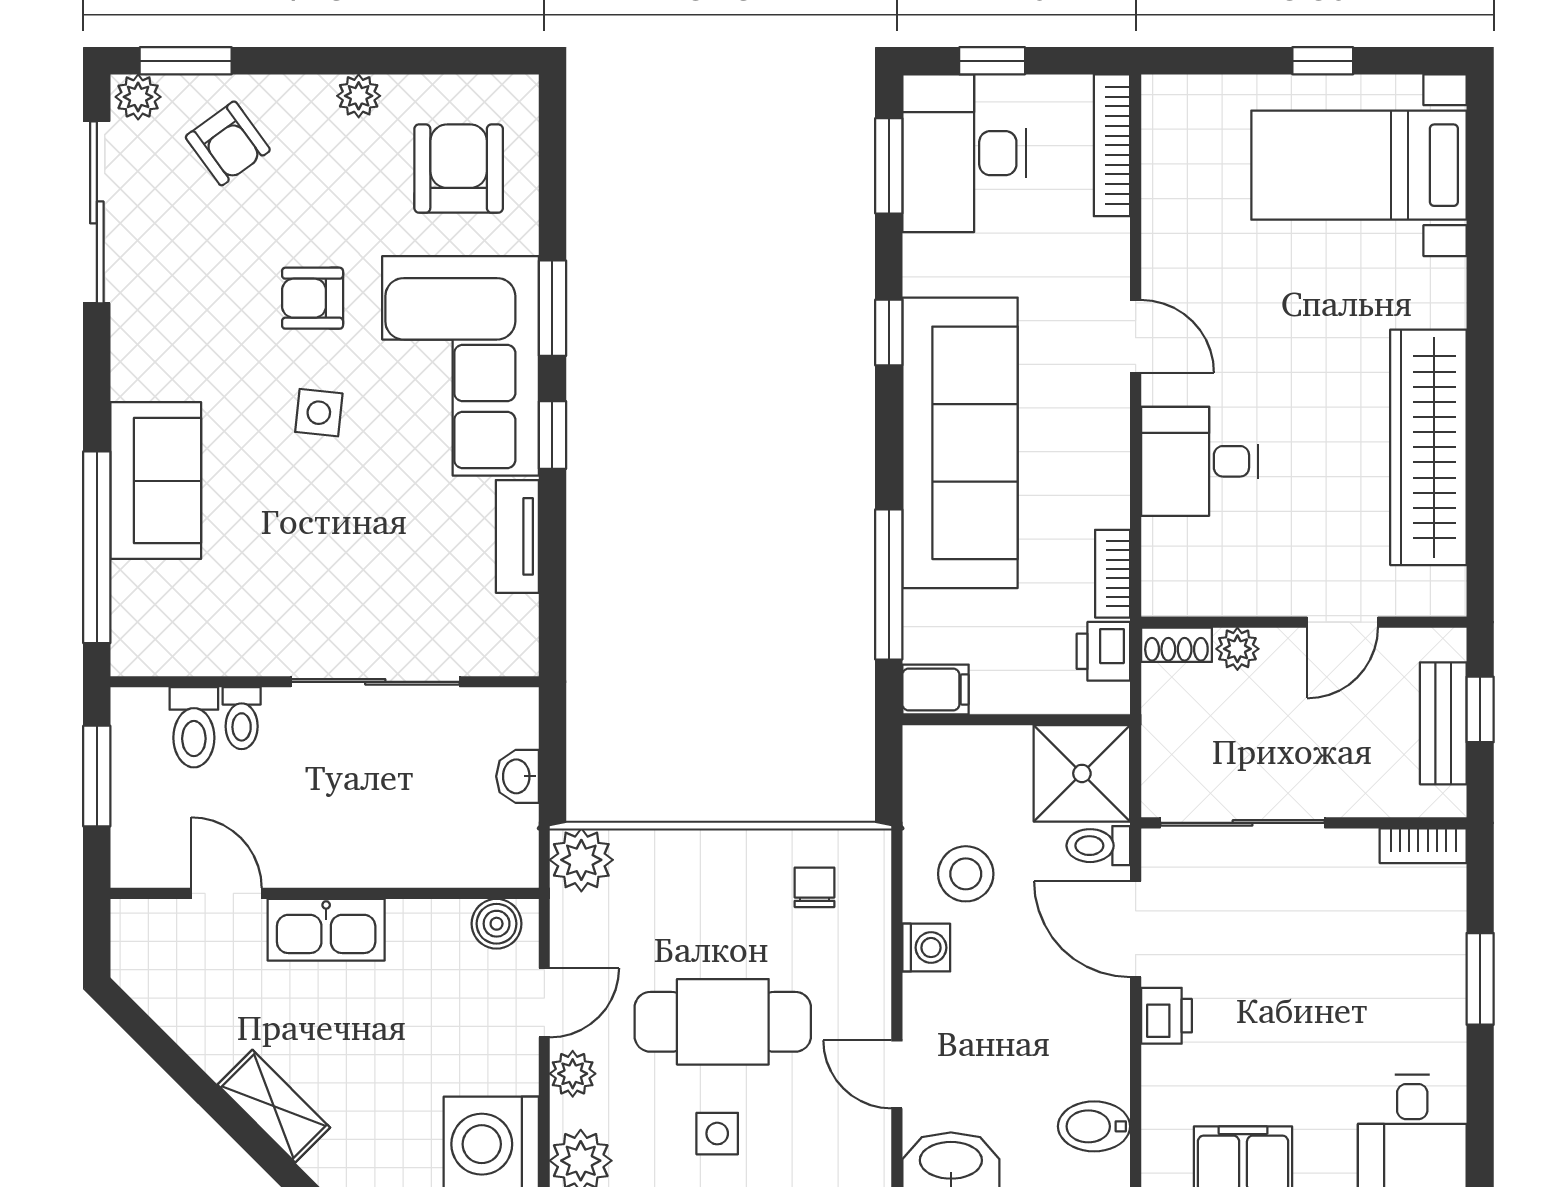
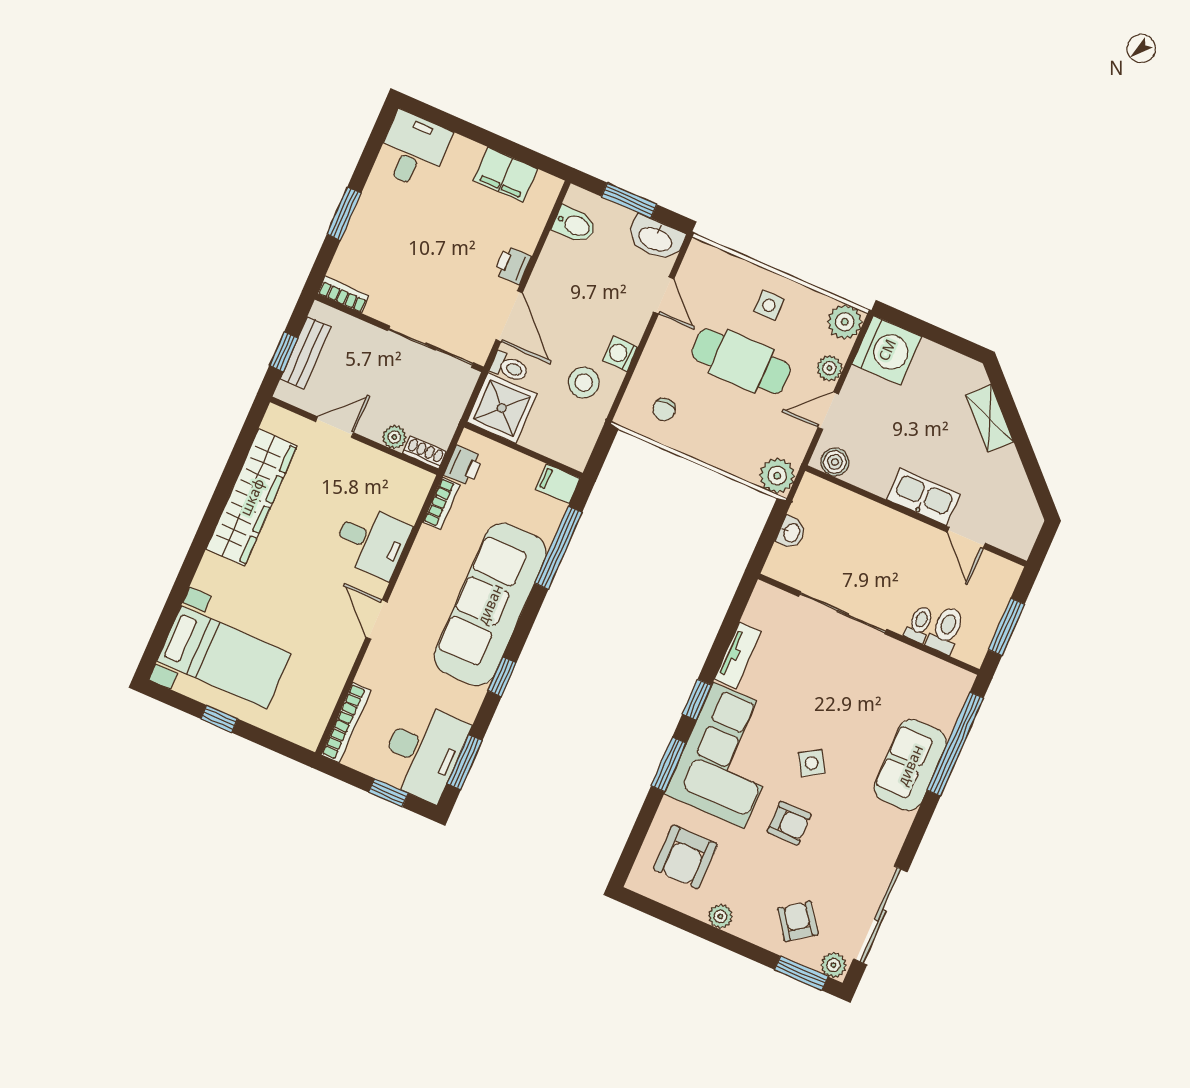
side table: (319, 413) -> (812, 763), turned -37

